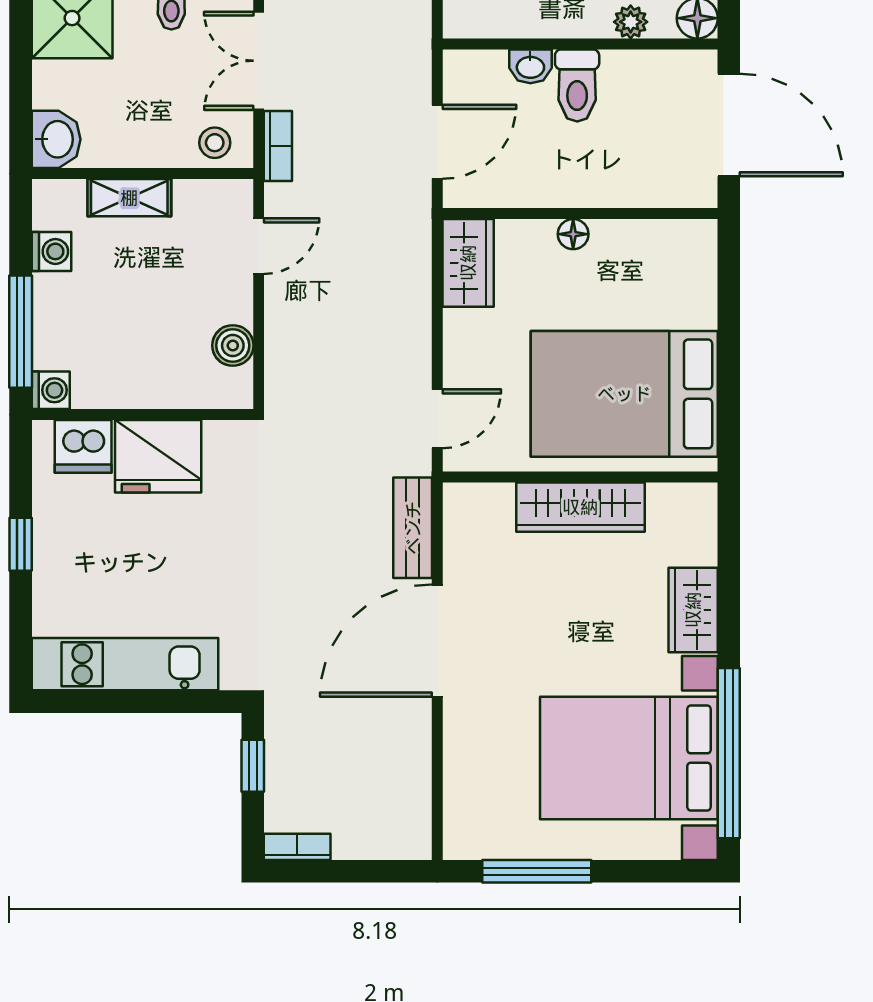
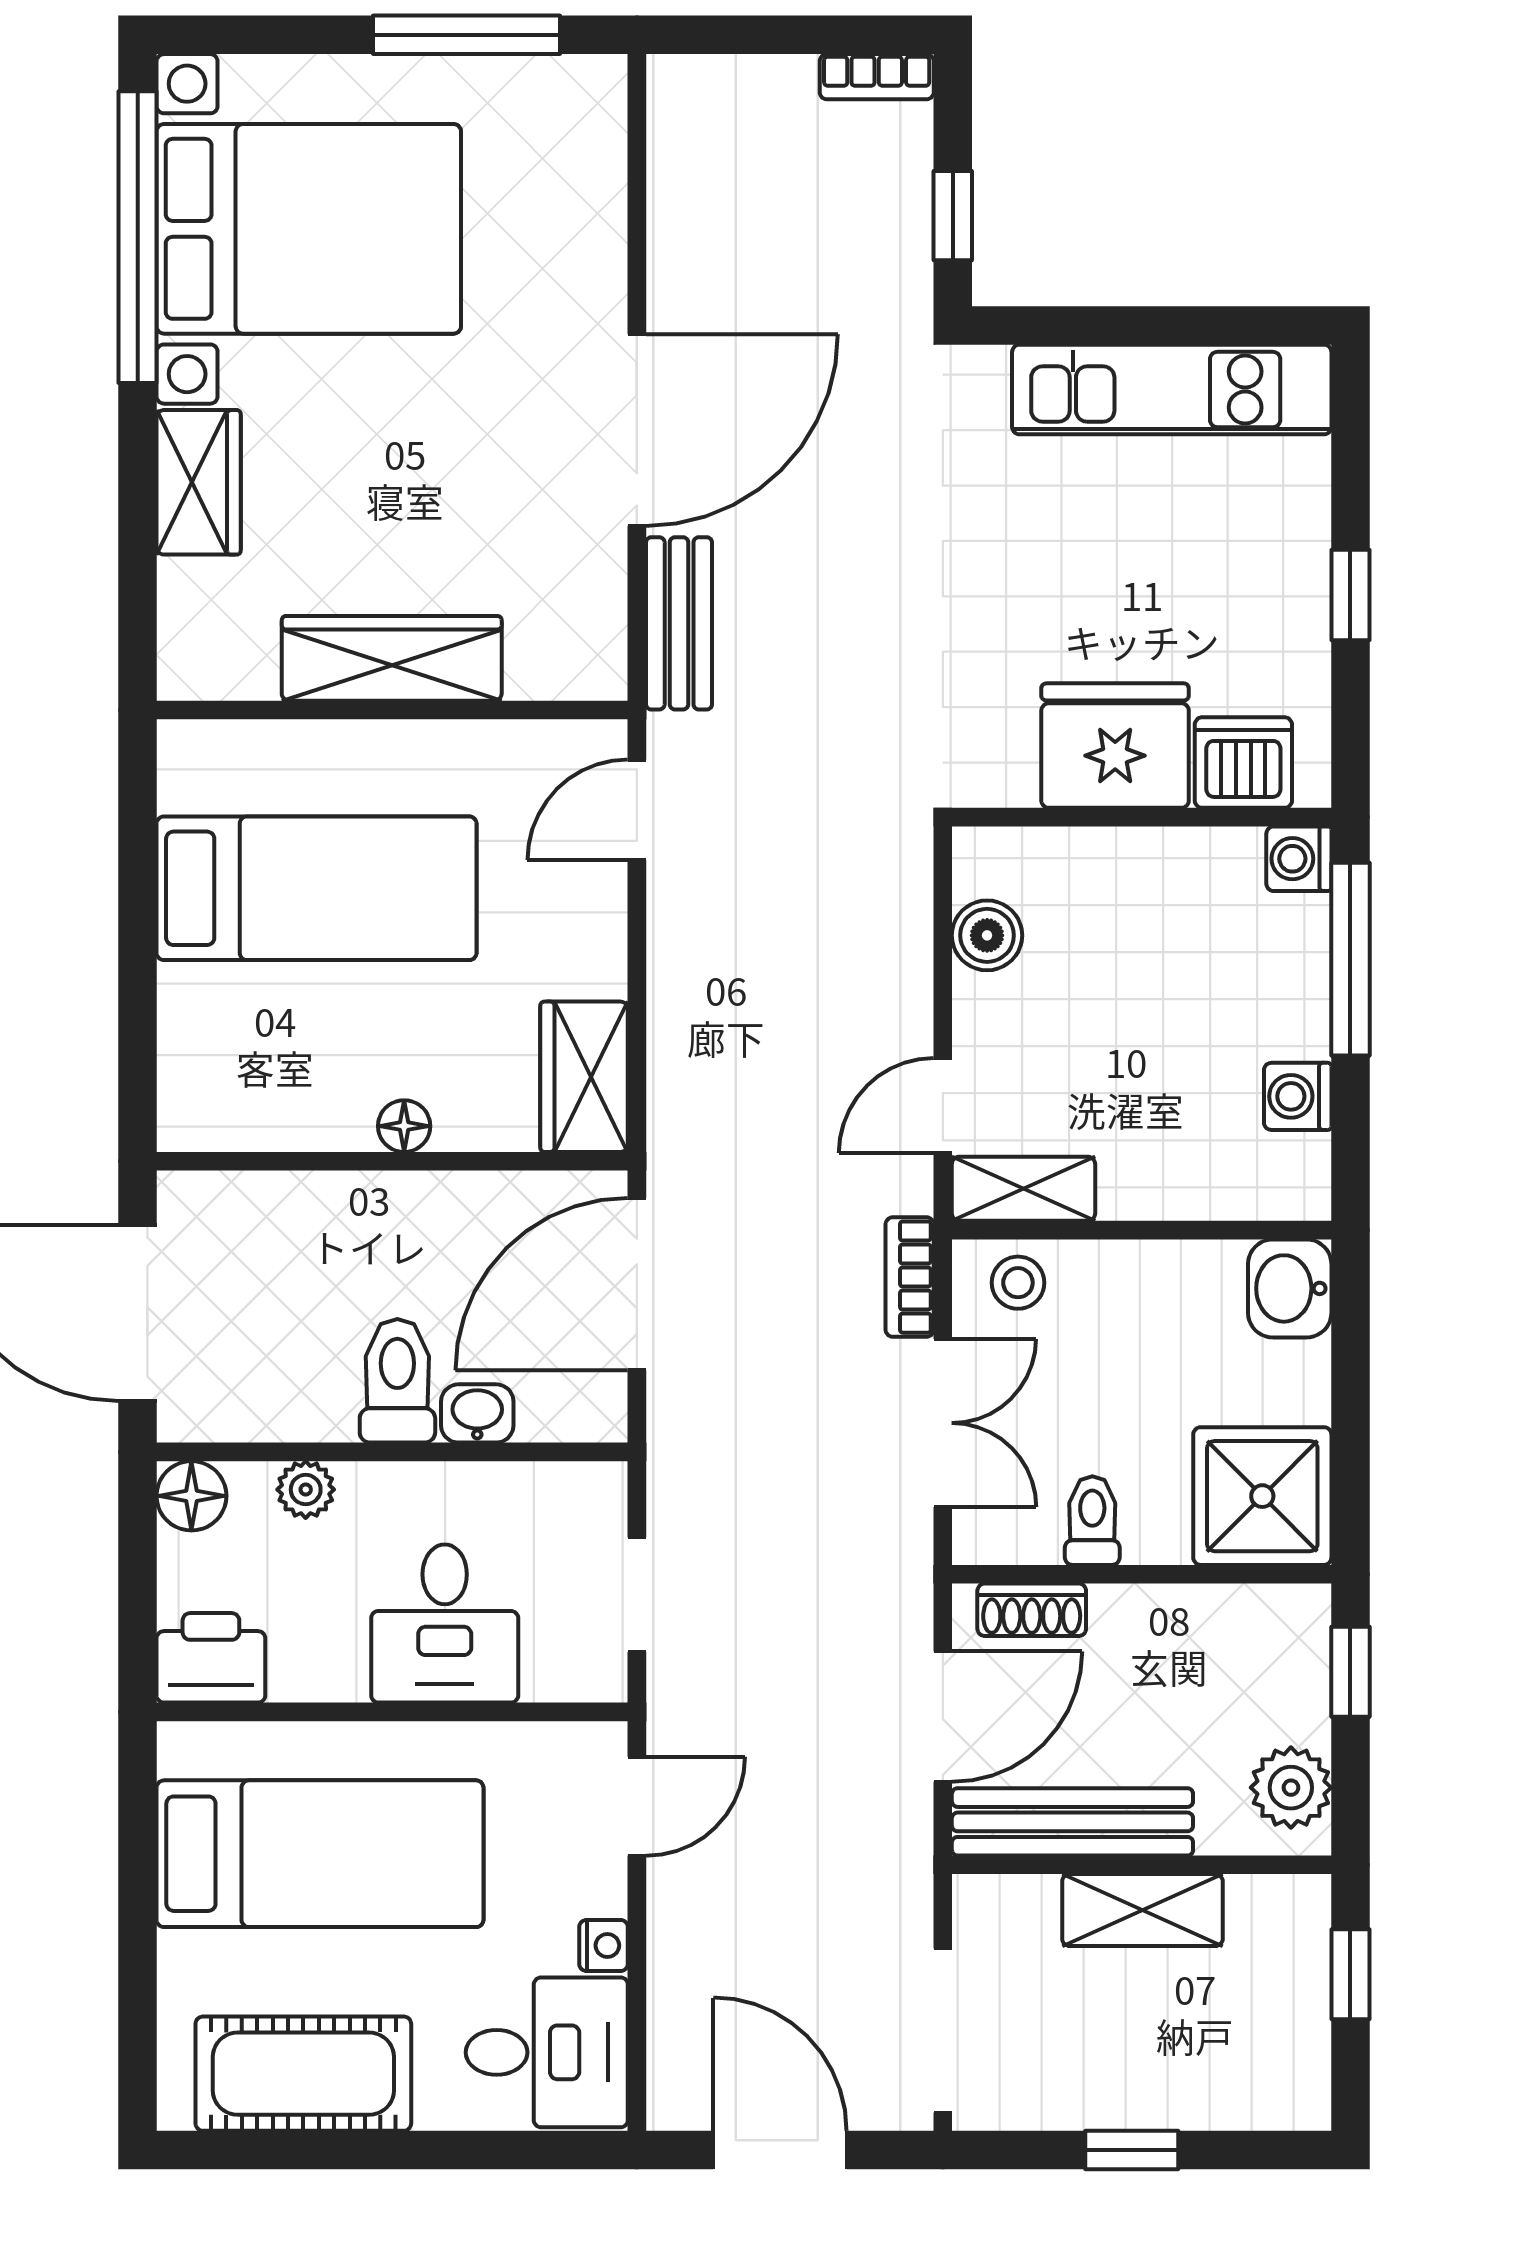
door: (437, 142) -> (637, 1284), width x1.36
shelving: (129, 198) -> (1023, 1189), moved
bed: (624, 394) -> (317, 888), width x0.67

